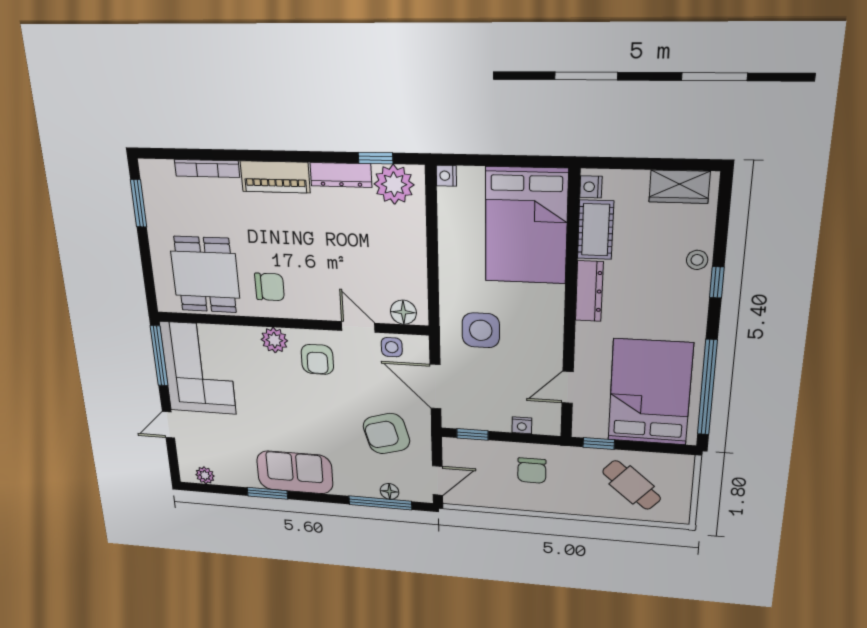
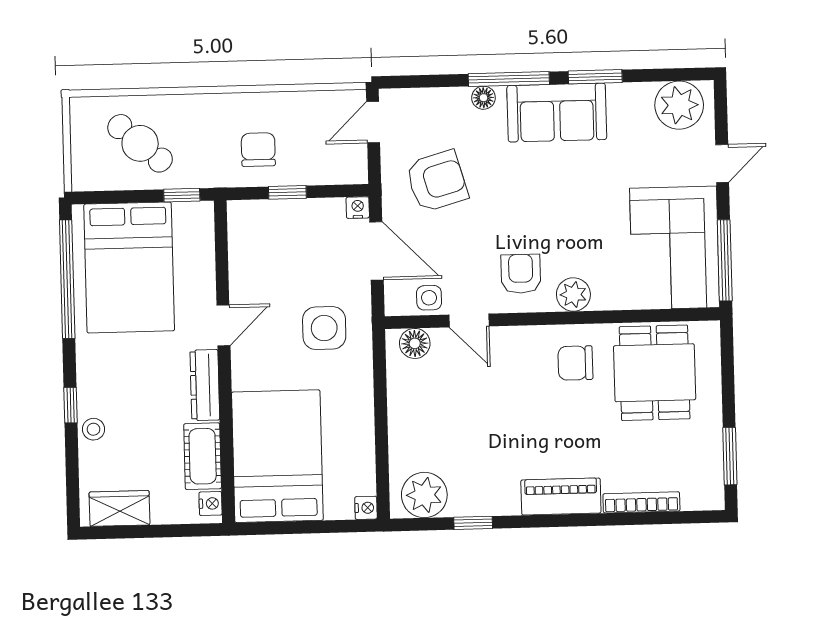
window: (376, 158) -> (473, 523), moved
dresser: (341, 175) -> (484, 503), removed
door: (568, 387) -> (223, 325), moved
nightstand: (522, 425) -> (358, 208), moved
window: (472, 434) -> (287, 192), moved
plant: (205, 475) -> (679, 105), width x1.87, depth x1.87
floor lamp: (390, 491) -> (483, 98), moved
window: (380, 503) -> (509, 79), moved

